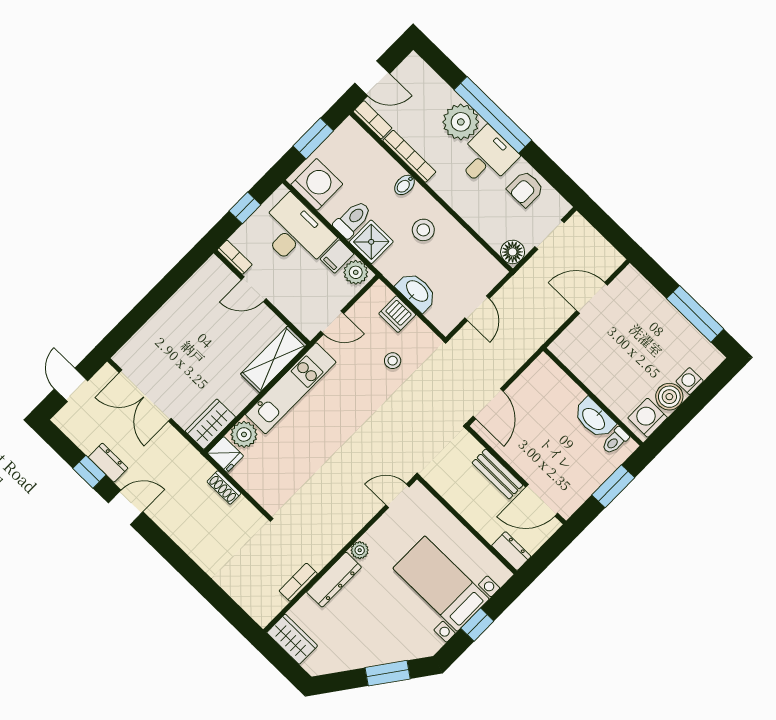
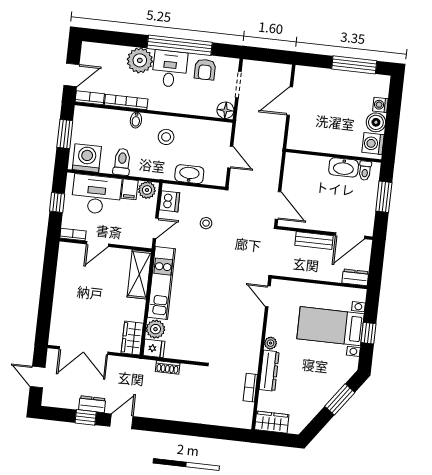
window: (493, 115) -> (180, 45), moved
shower: (371, 242) -> (142, 166), removed
dishwasher: (397, 314) -> (170, 201), moved, turned -90
door: (398, 496) -> (268, 296), hinge flipped

